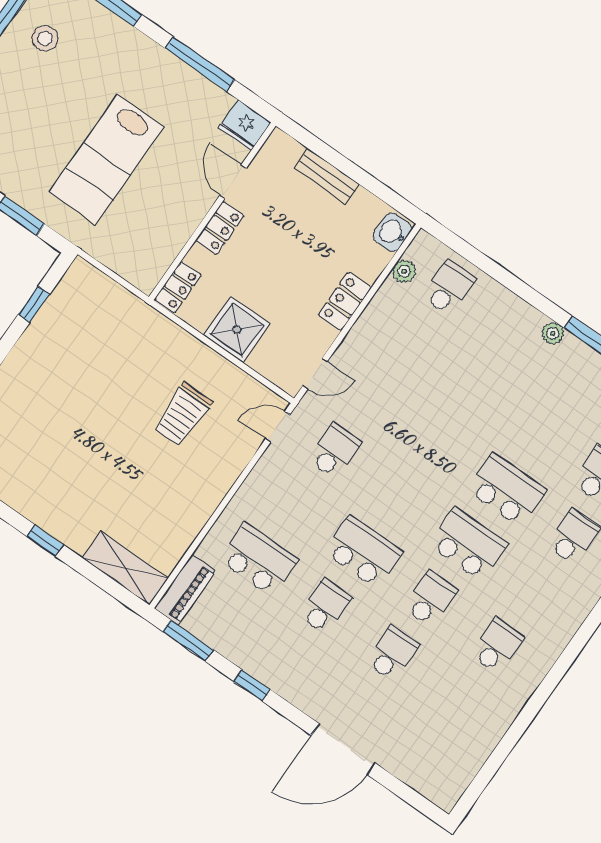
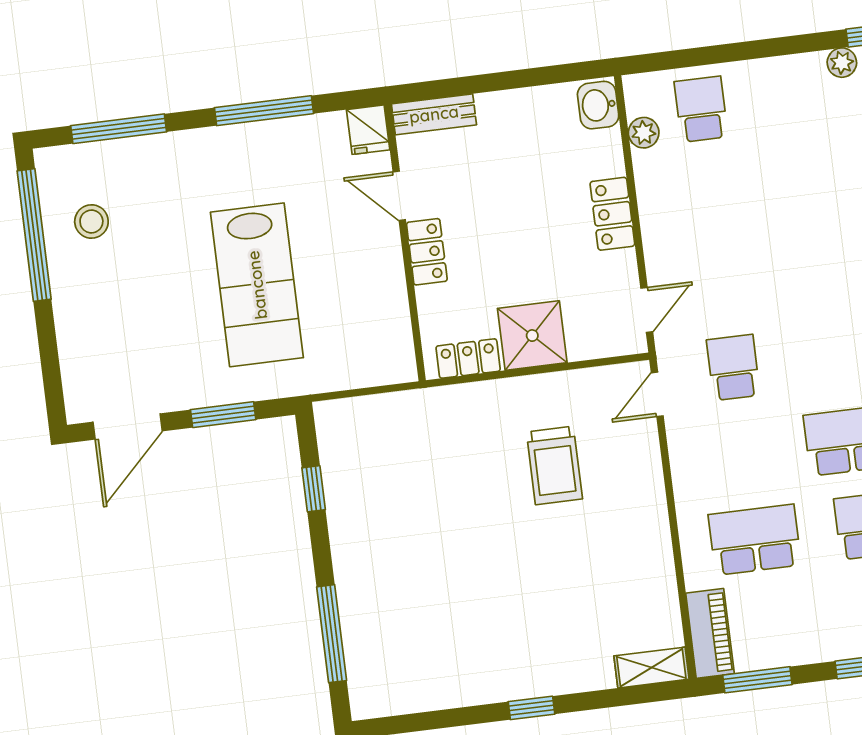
fridge: (245, 125) -> (368, 130), width x0.72
bench: (327, 176) -> (434, 114), moved
locker: (178, 287) -> (468, 359), moved, turned -90
shelving: (125, 568) -> (651, 668), width x0.67, depth x0.75

